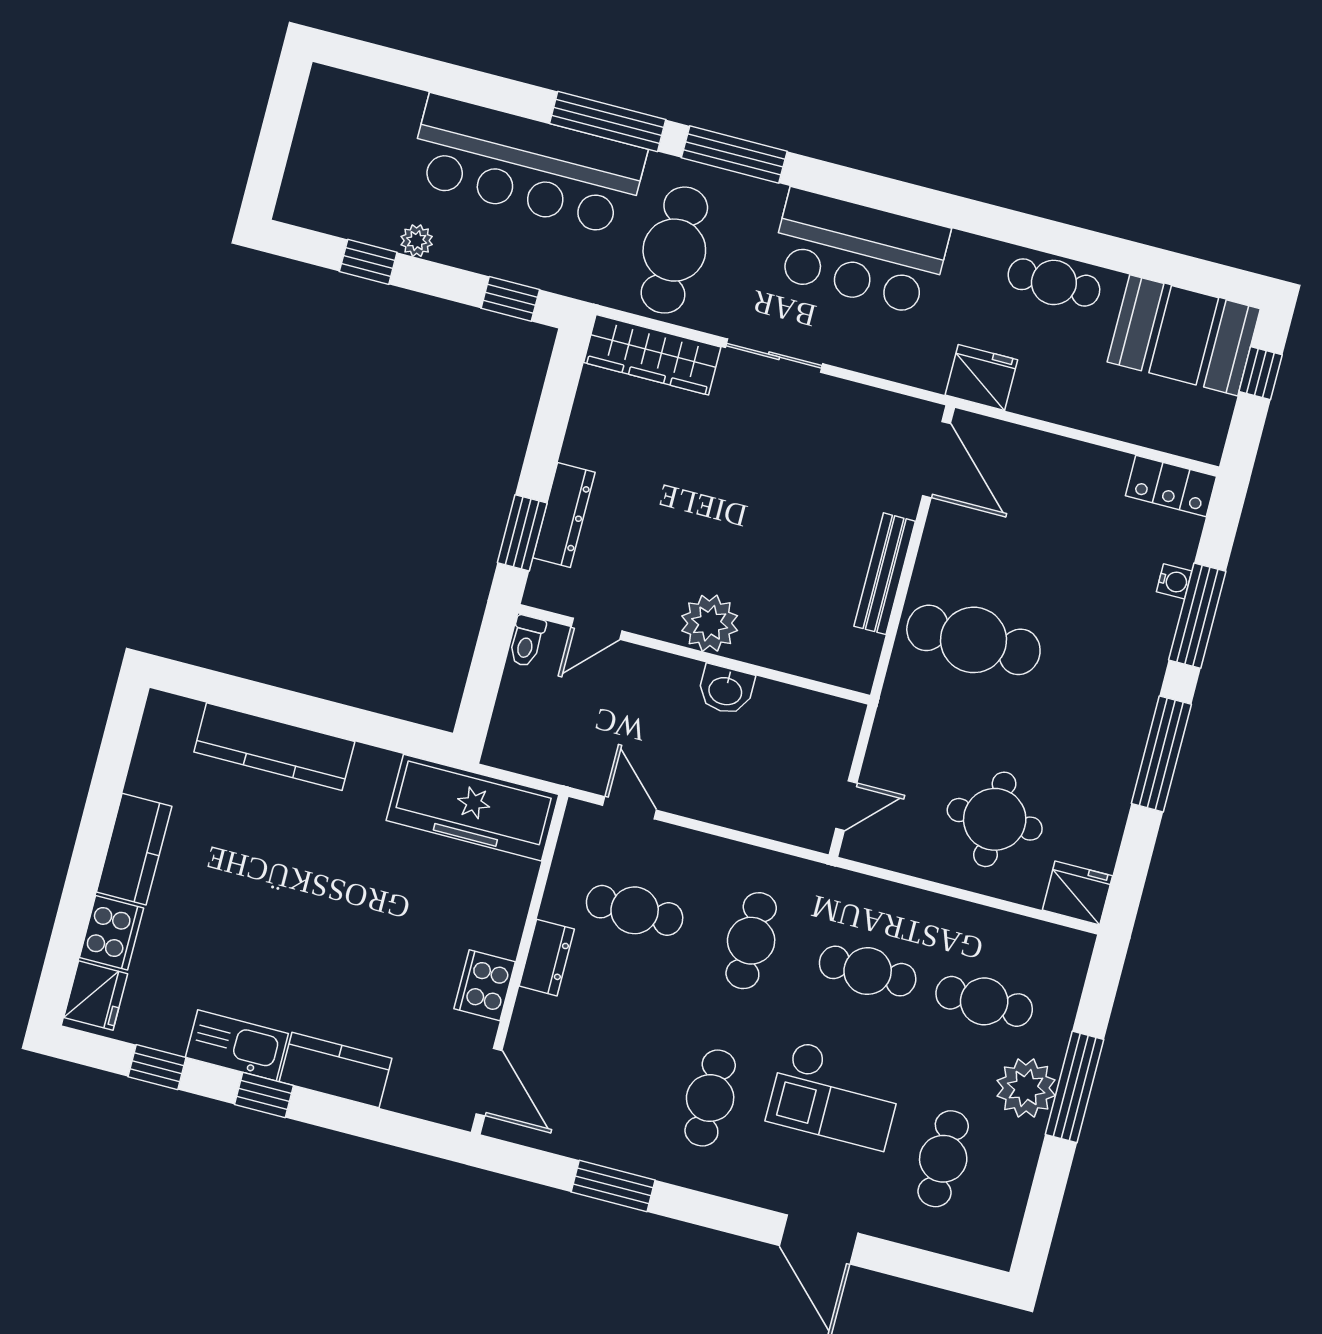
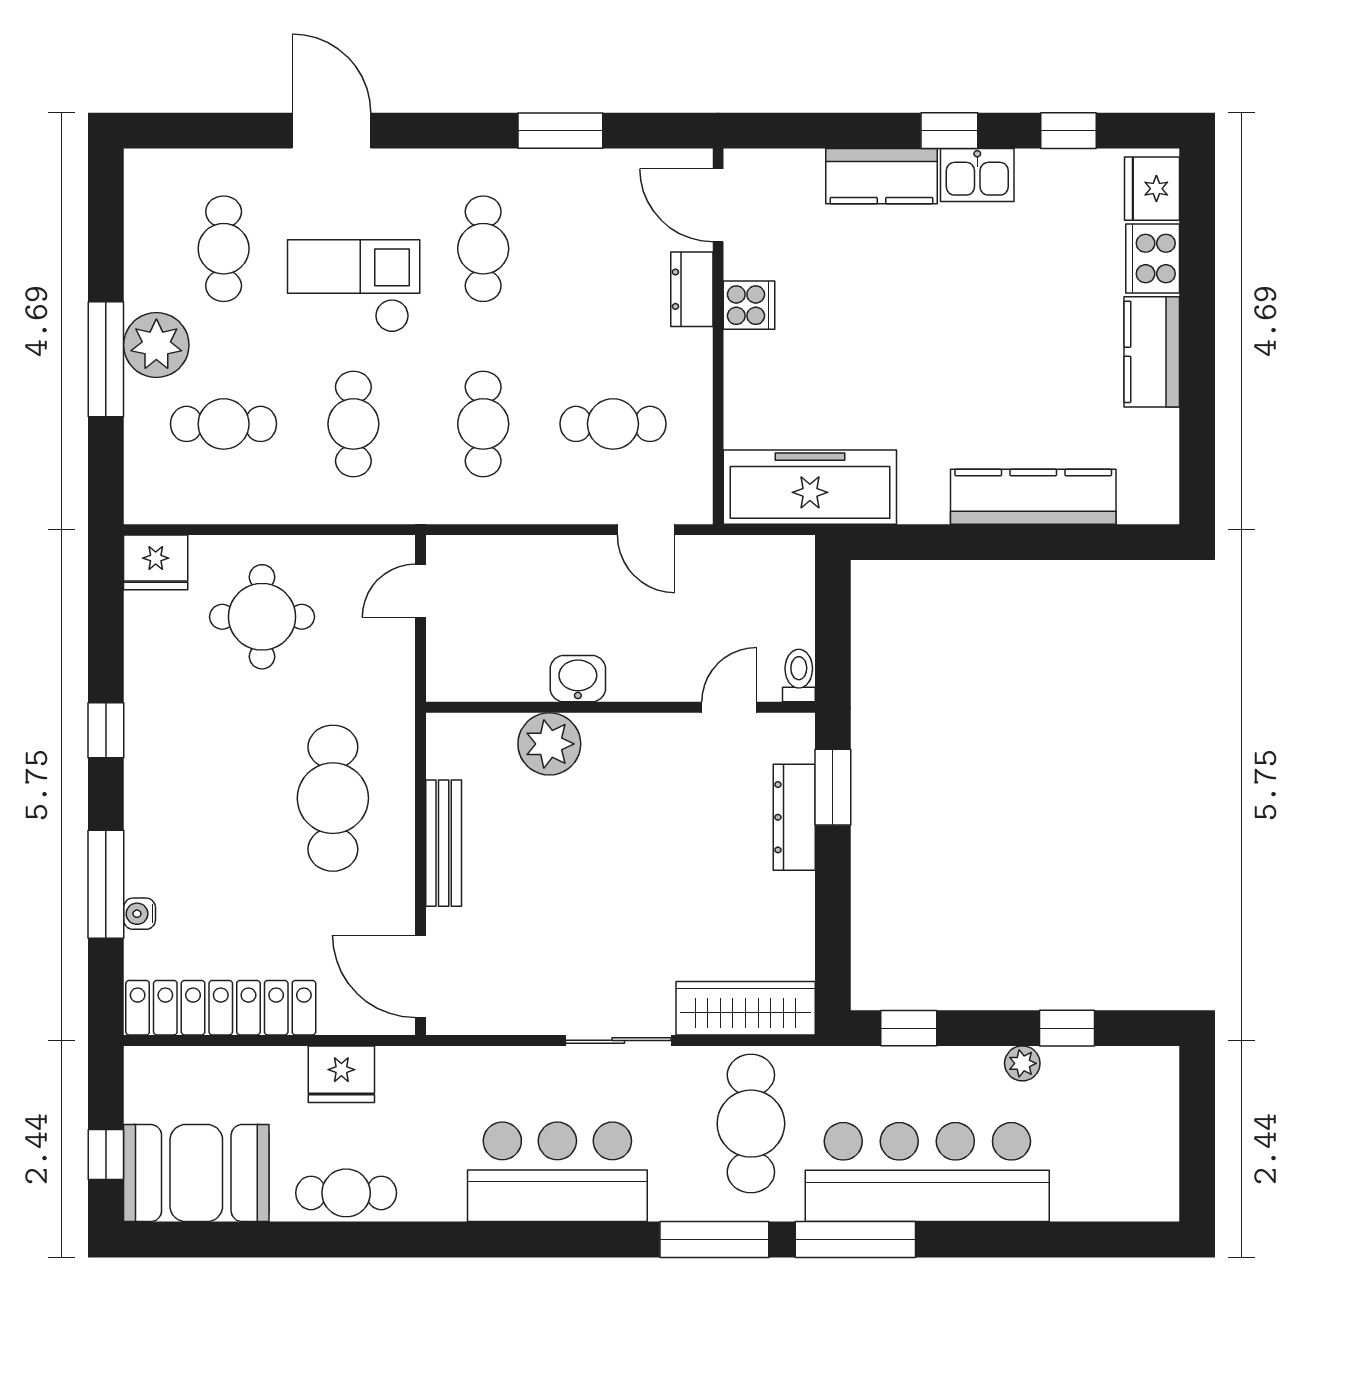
fridge: (981, 377) -> (341, 1074), moved
locker: (1171, 486) -> (221, 1008), width x2.16, depth x1.21
plant: (710, 623) -> (549, 744), moved
cafe table: (973, 640) -> (333, 798), turned 90
window: (1161, 754) -> (106, 730), width x0.46
dresser: (547, 958) -> (692, 289), moved
cafe table: (868, 971) -> (353, 424), turned 90
cooker: (485, 985) -> (749, 305), width x0.73
kitchen sink: (237, 1045) -> (977, 175), width x0.73

